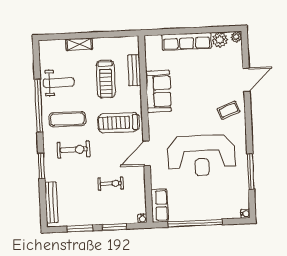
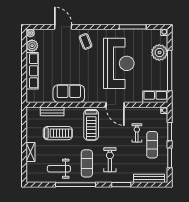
weight bench: (59, 83) -> (59, 169), turned -90
exercise mat: (96, 204) -> (152, 145), added
plant: (218, 209) -> (159, 52), added

